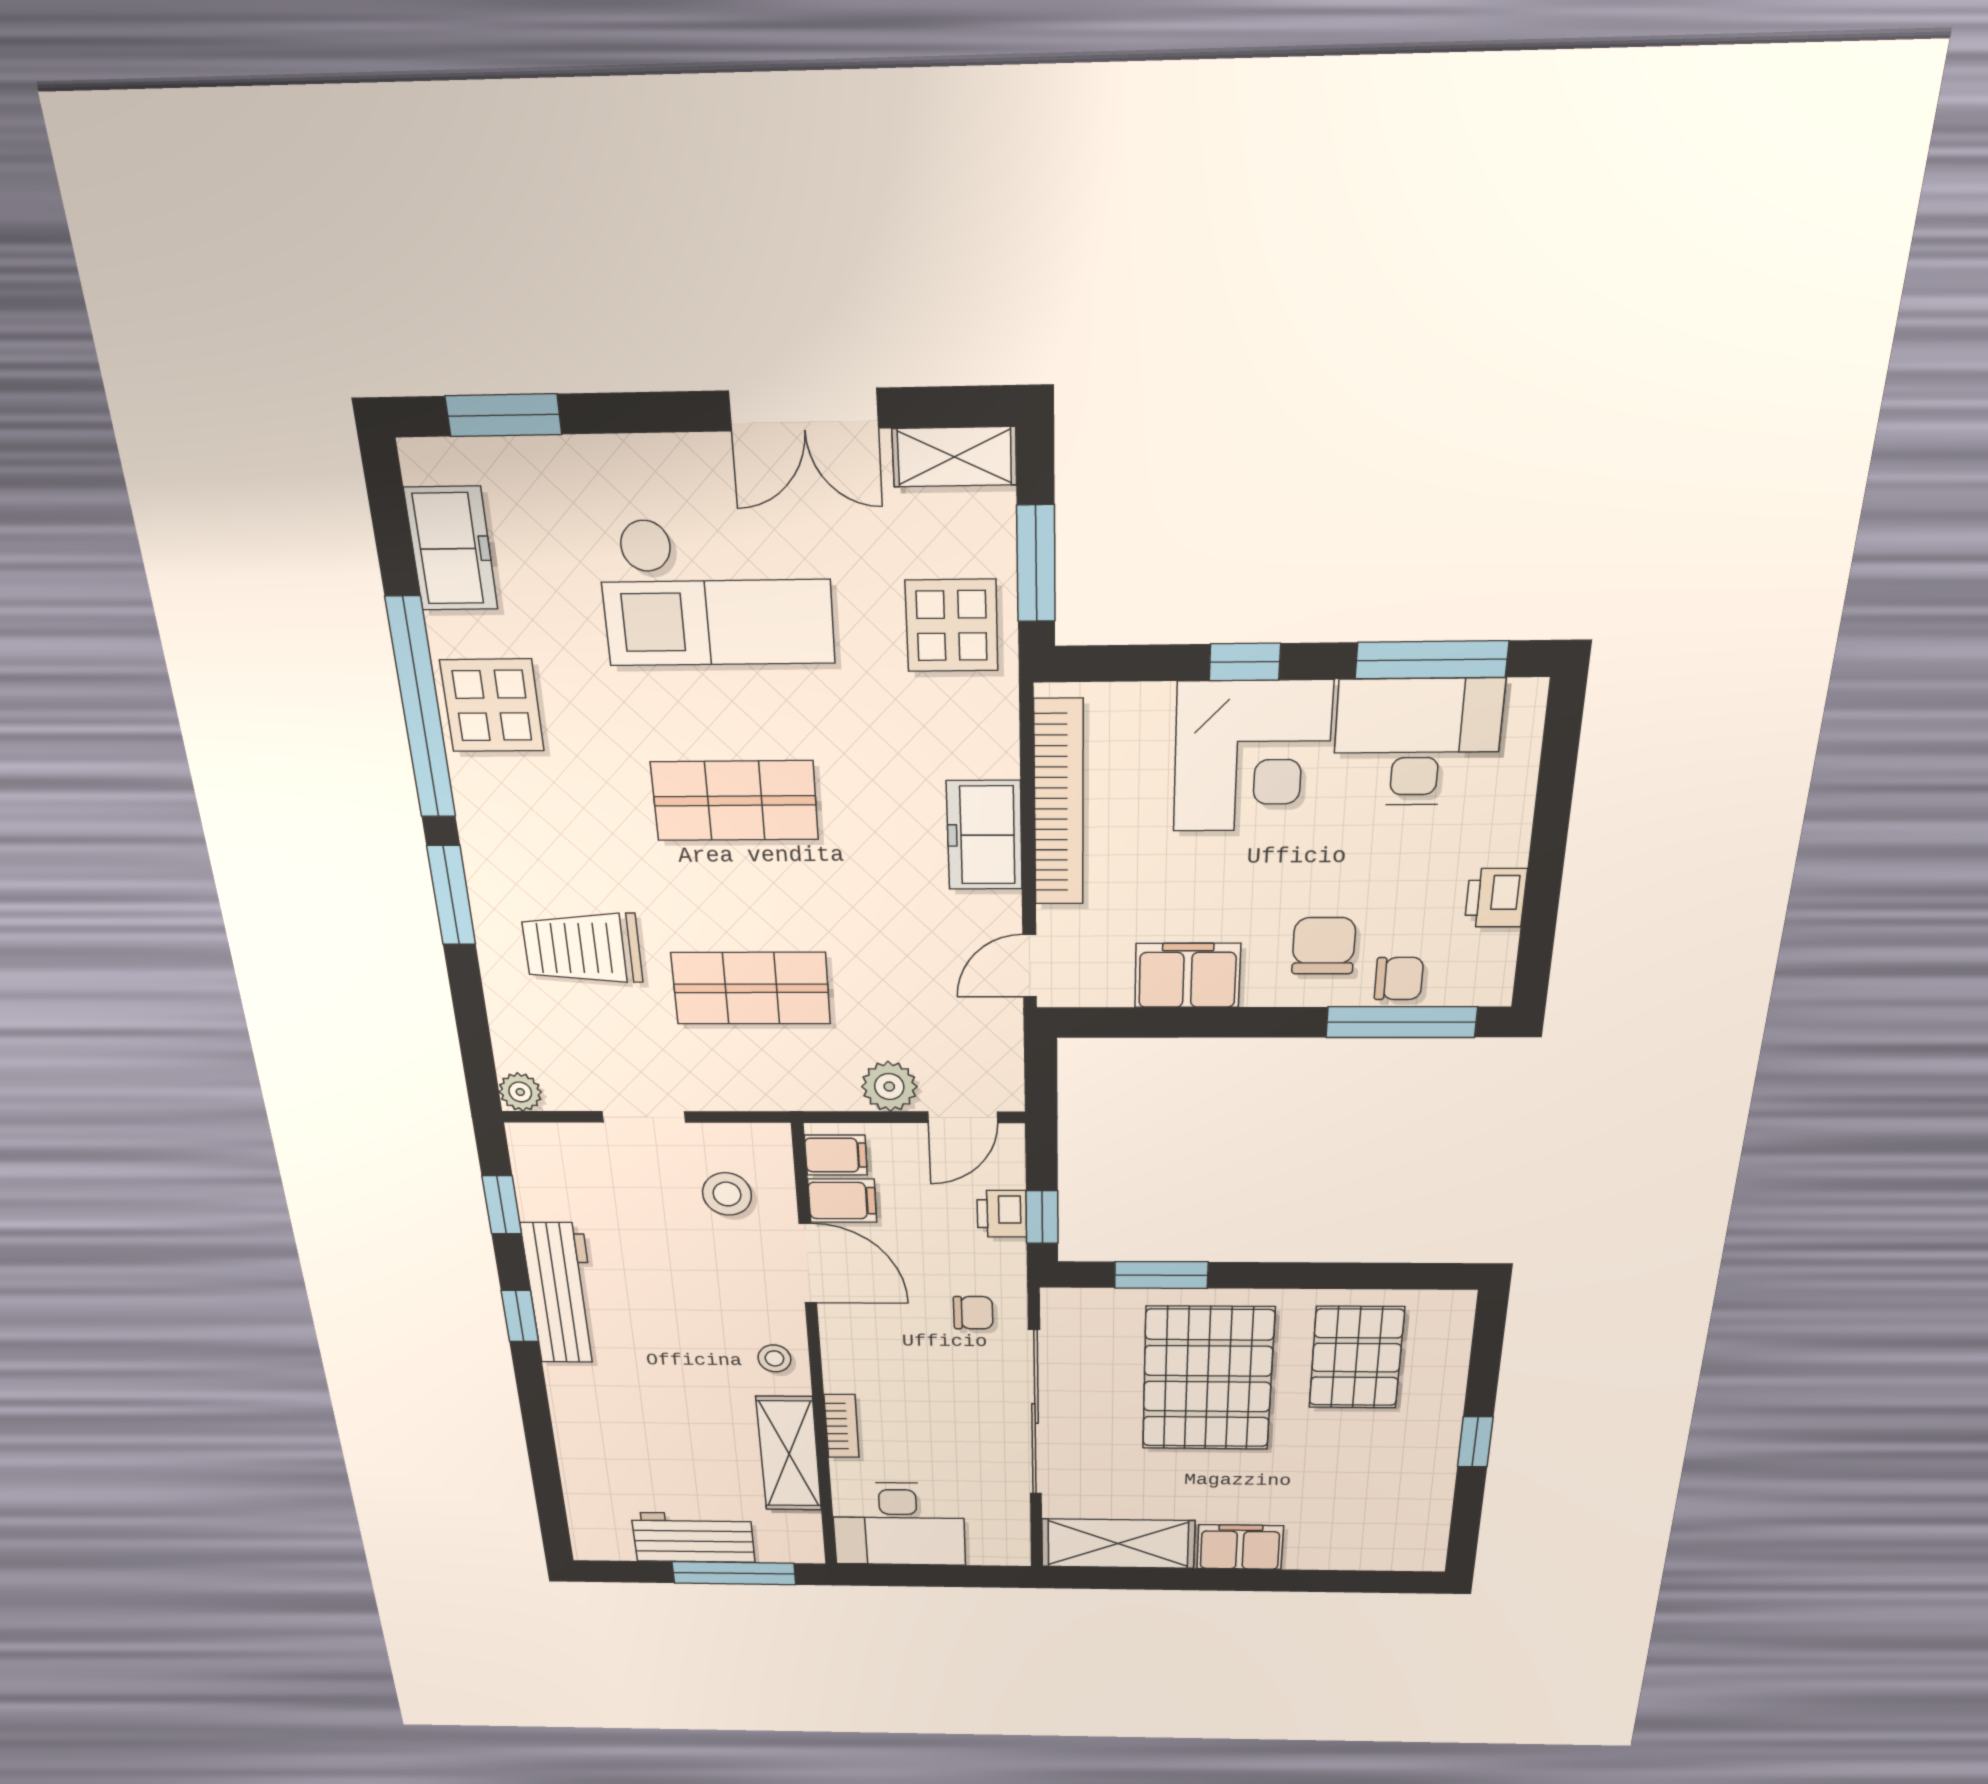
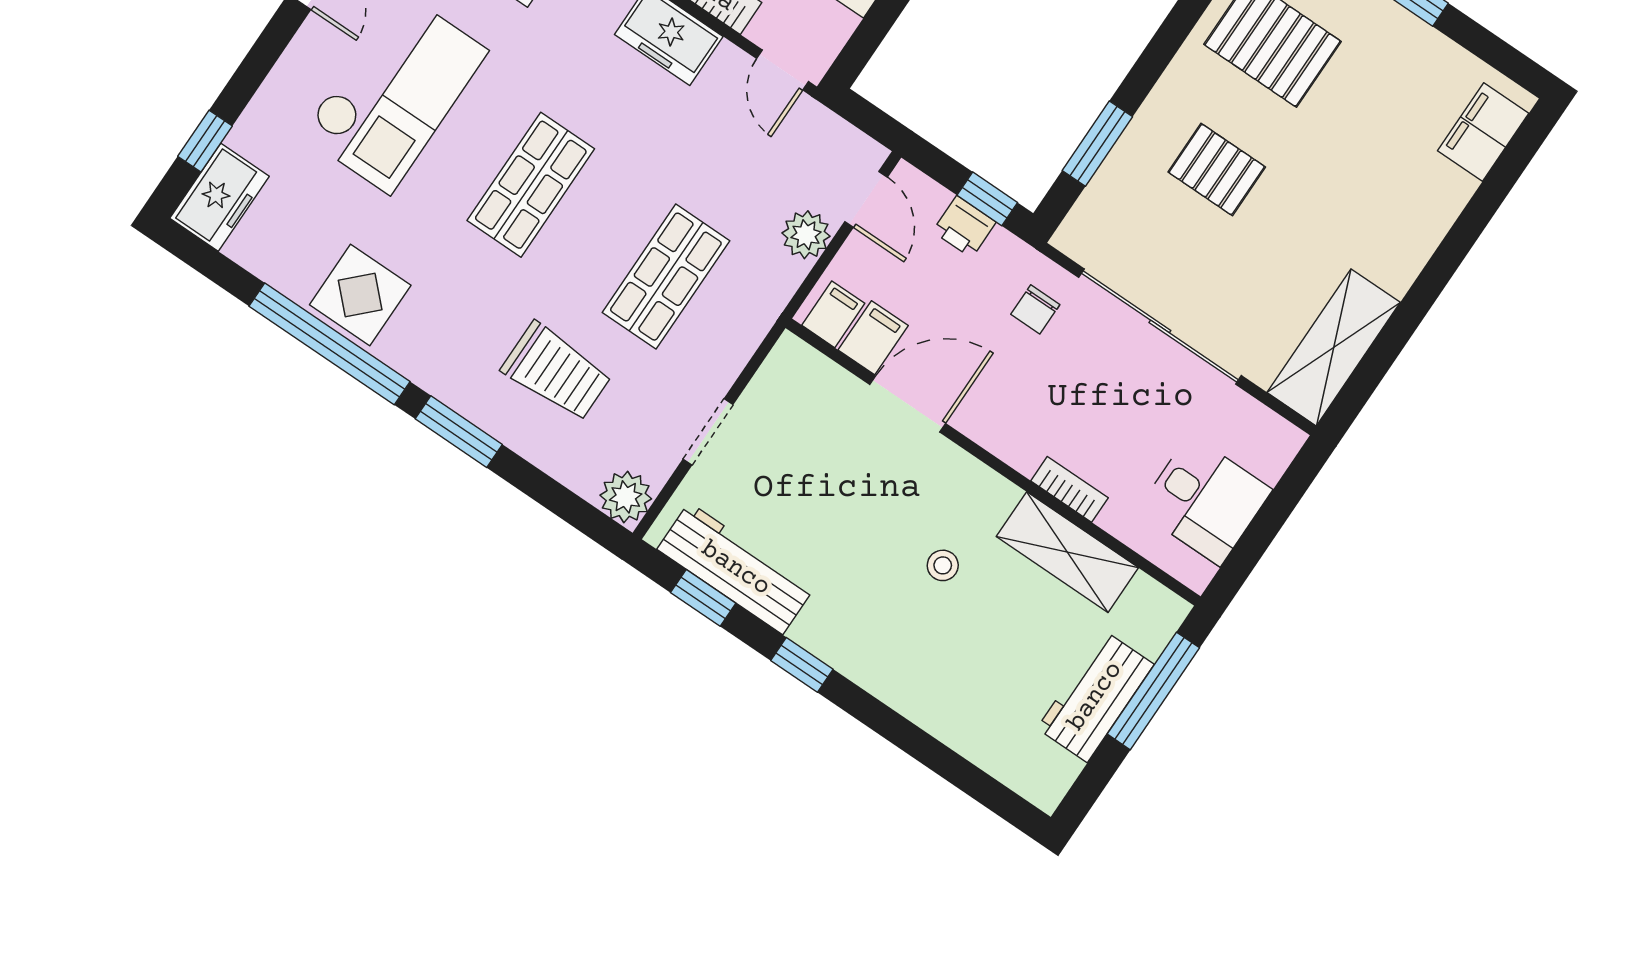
window: (504, 415) -> (205, 141), width x0.67
freezer: (451, 549) -> (219, 197), moved, turned 90
trolley: (582, 948) -> (557, 372), turned -90
plant: (520, 1092) -> (626, 497), width x1.38, depth x1.38
stool: (727, 1194) -> (810, 420), removed
workbench: (561, 1293) -> (736, 568), moved
chair: (973, 1313) -> (1035, 309), turned 180
stool: (774, 1358) -> (943, 565), moved
pallet: (1208, 1379) -> (1217, 170), width x0.49, depth x0.50
desk: (899, 1524) -> (1205, 500), width x0.73
filing cabinet: (1240, 1547) -> (1483, 132), moved

